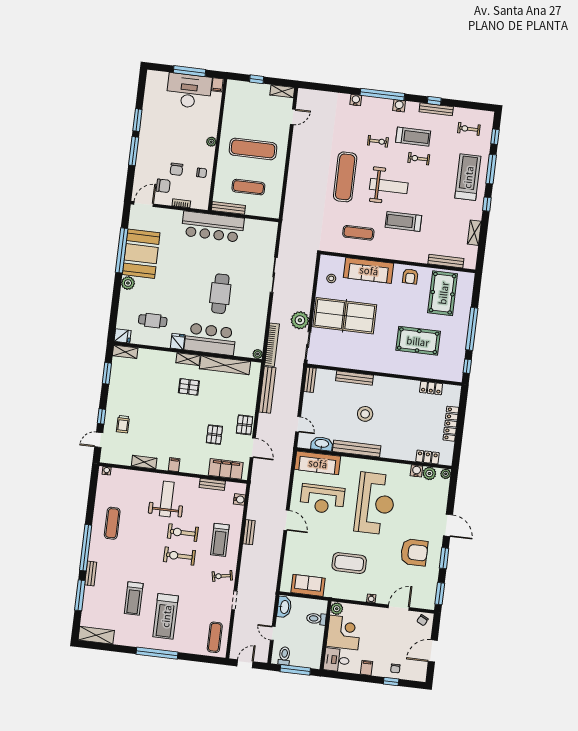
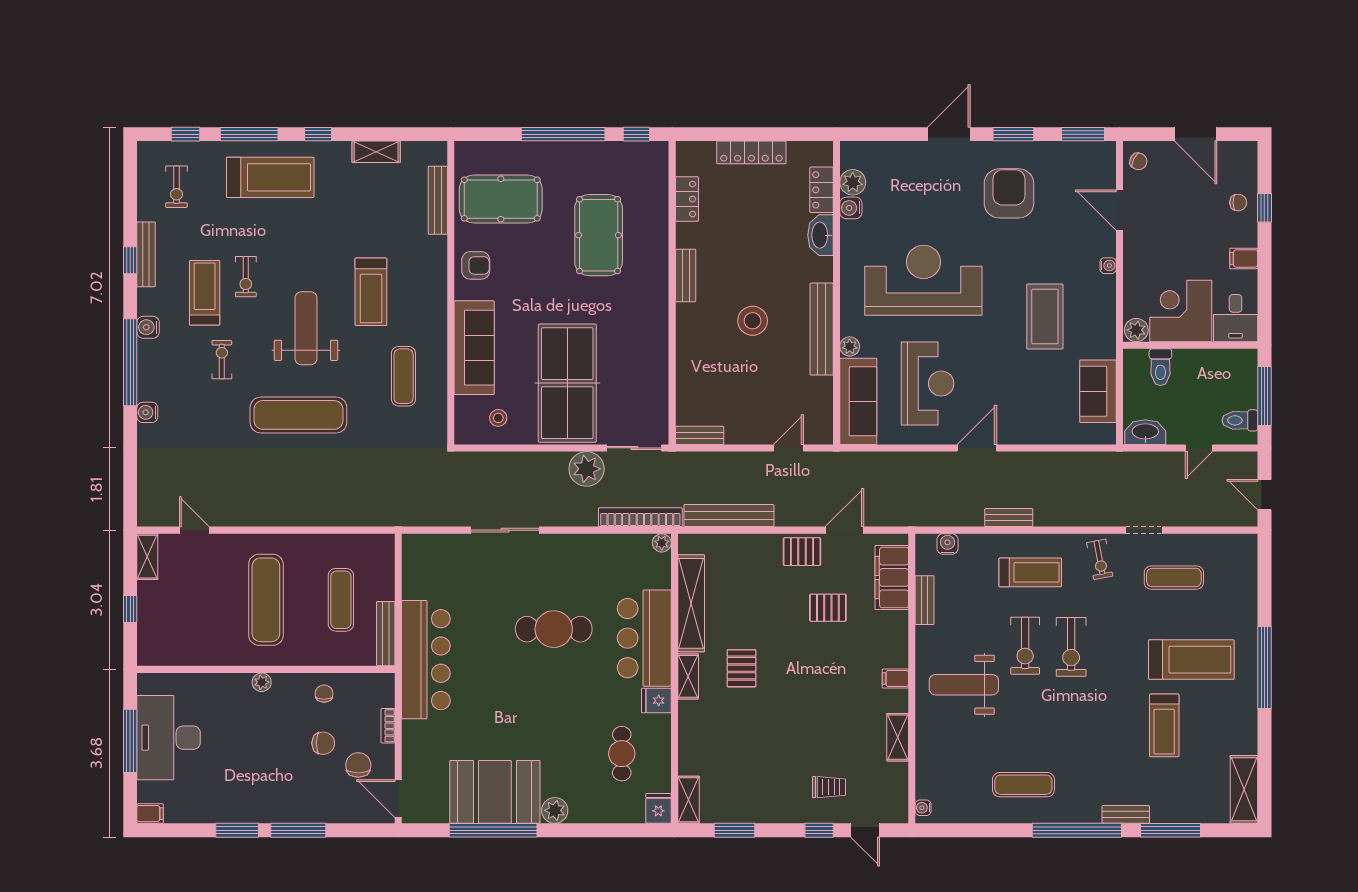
filing cabinet: (217, 85) -> (150, 814), moved
treadmill: (468, 177) -> (270, 177), turned 180
bench: (354, 378) -> (686, 275), moved, width x0.73
washbasin: (322, 444) -> (821, 235), moved
plant: (446, 474) -> (850, 346), moved
treadmill: (134, 599) -> (1164, 725), turned 90
exercise mat: (215, 637) -> (1174, 578), moved

